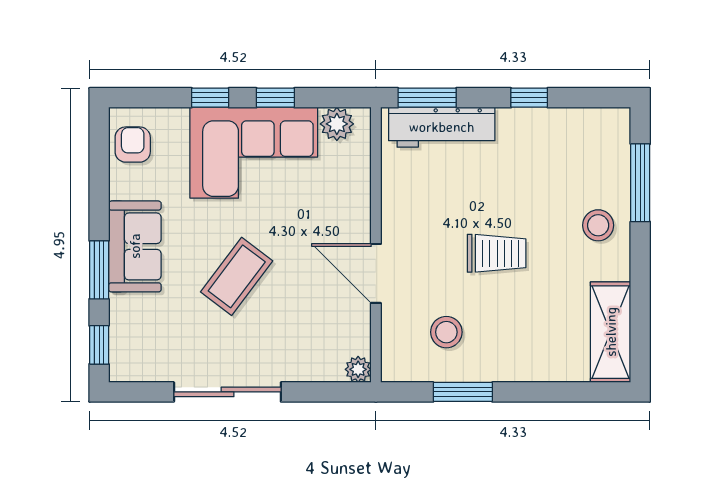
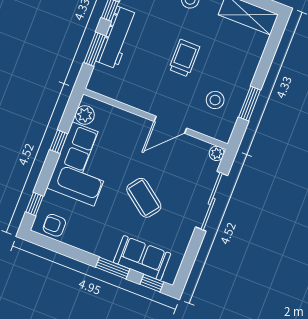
window: (210, 98) -> (35, 204), moved
window: (427, 98) -> (95, 49), moved
workbench: (442, 127) -> (117, 38), moved
sofa: (135, 246) -> (142, 258), moved
sliding door: (227, 392) -> (212, 201), moved

